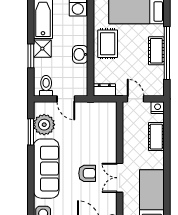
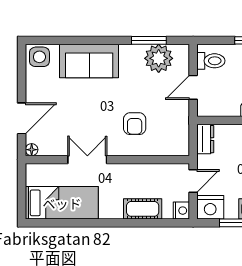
nightstand: (155, 86) -> (210, 207), added
sofa: (46, 169) -> (89, 61), width x0.73
armchair: (87, 173) -> (135, 124), moved

